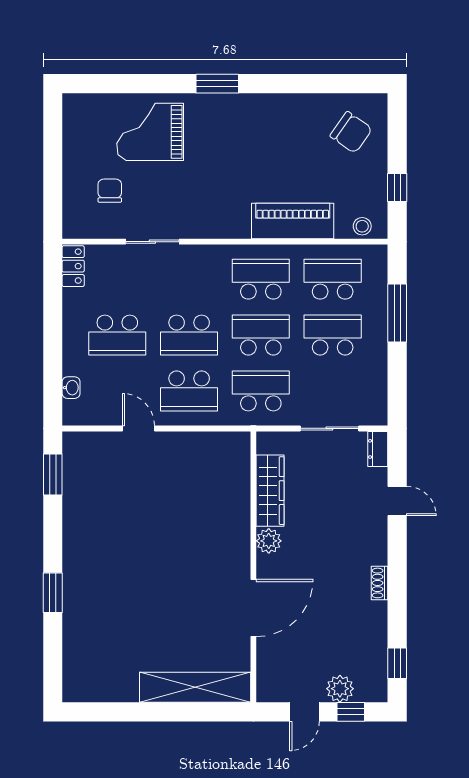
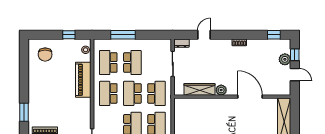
chair: (351, 132) -> (45, 55), turned 145
school desk: (333, 335) -> (132, 63), turned 180
school desk: (261, 391) -> (156, 93), turned 180

